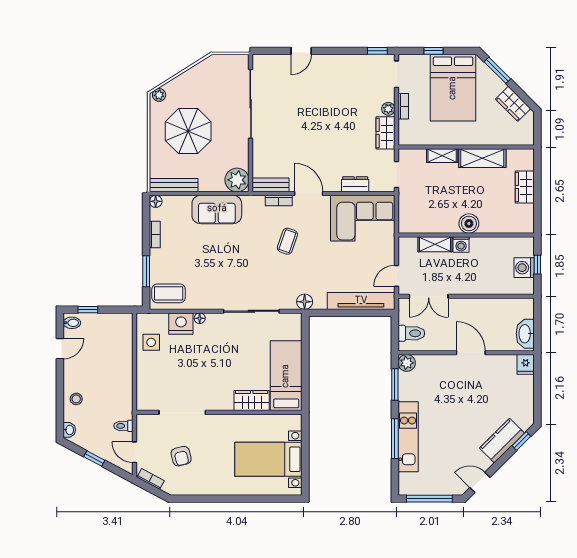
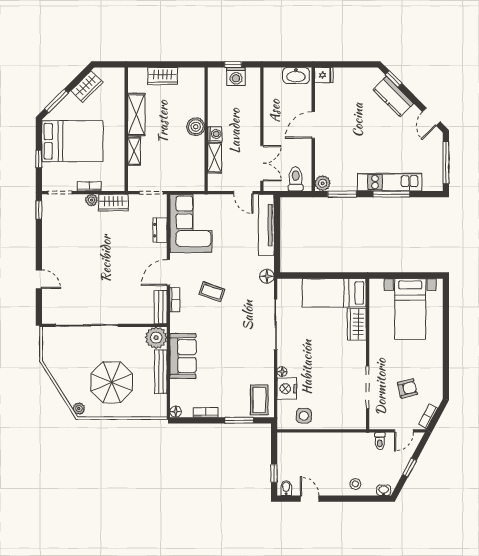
bench: (174, 185) -> (161, 372), moved

